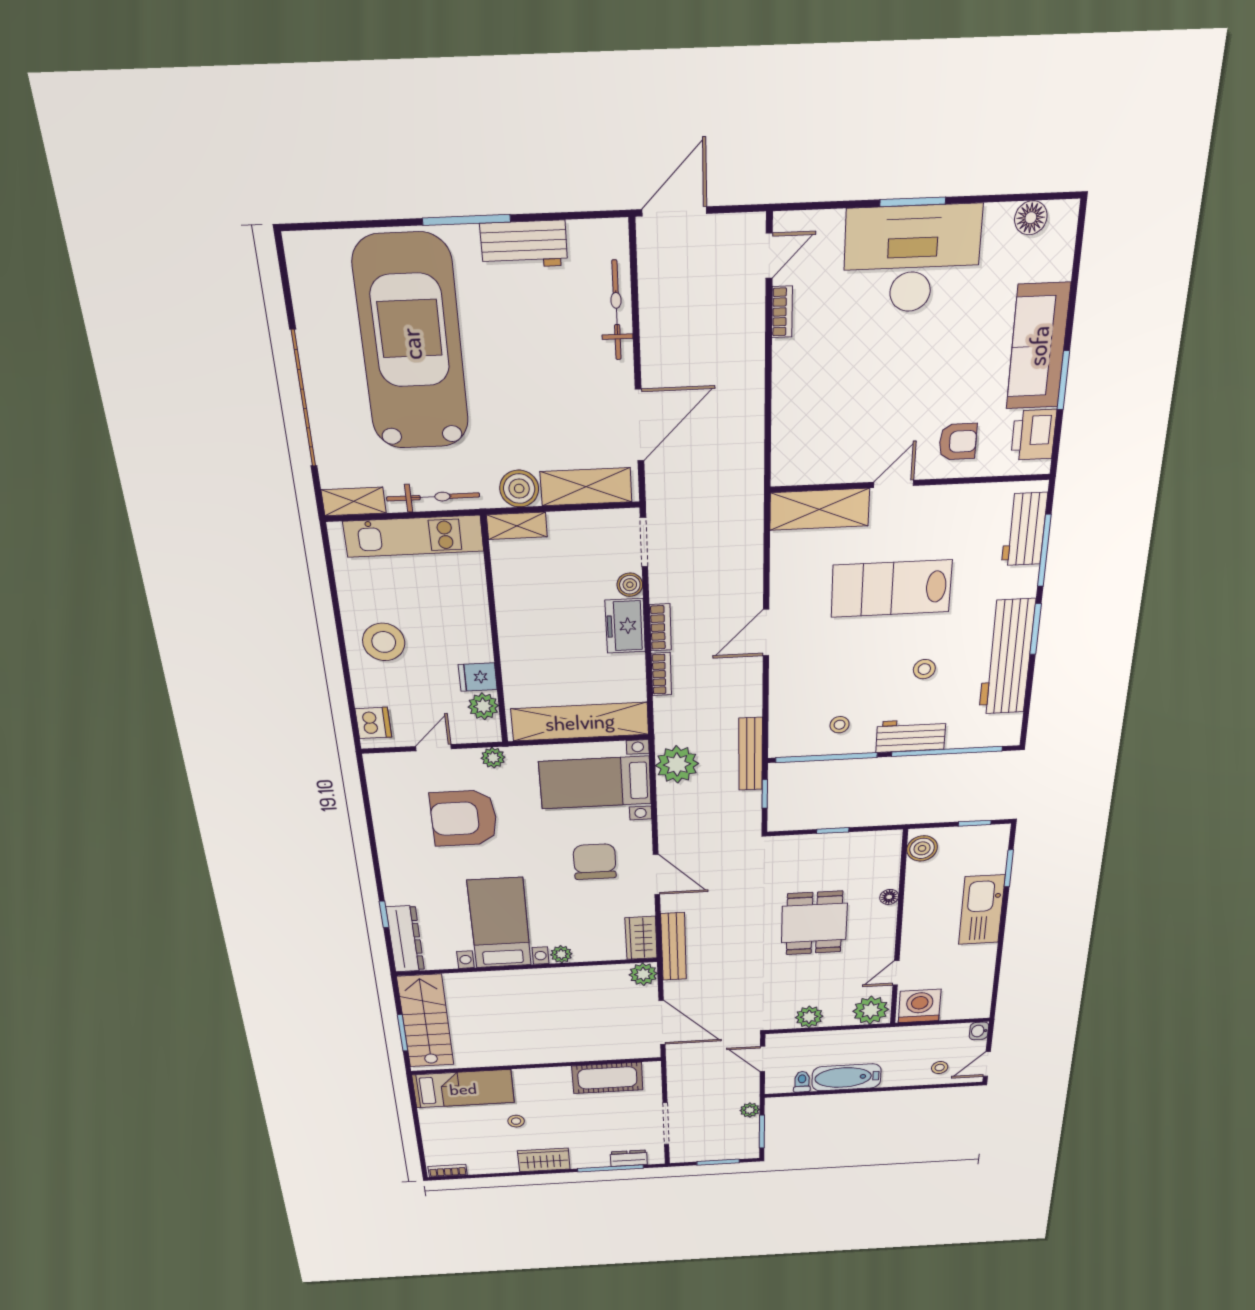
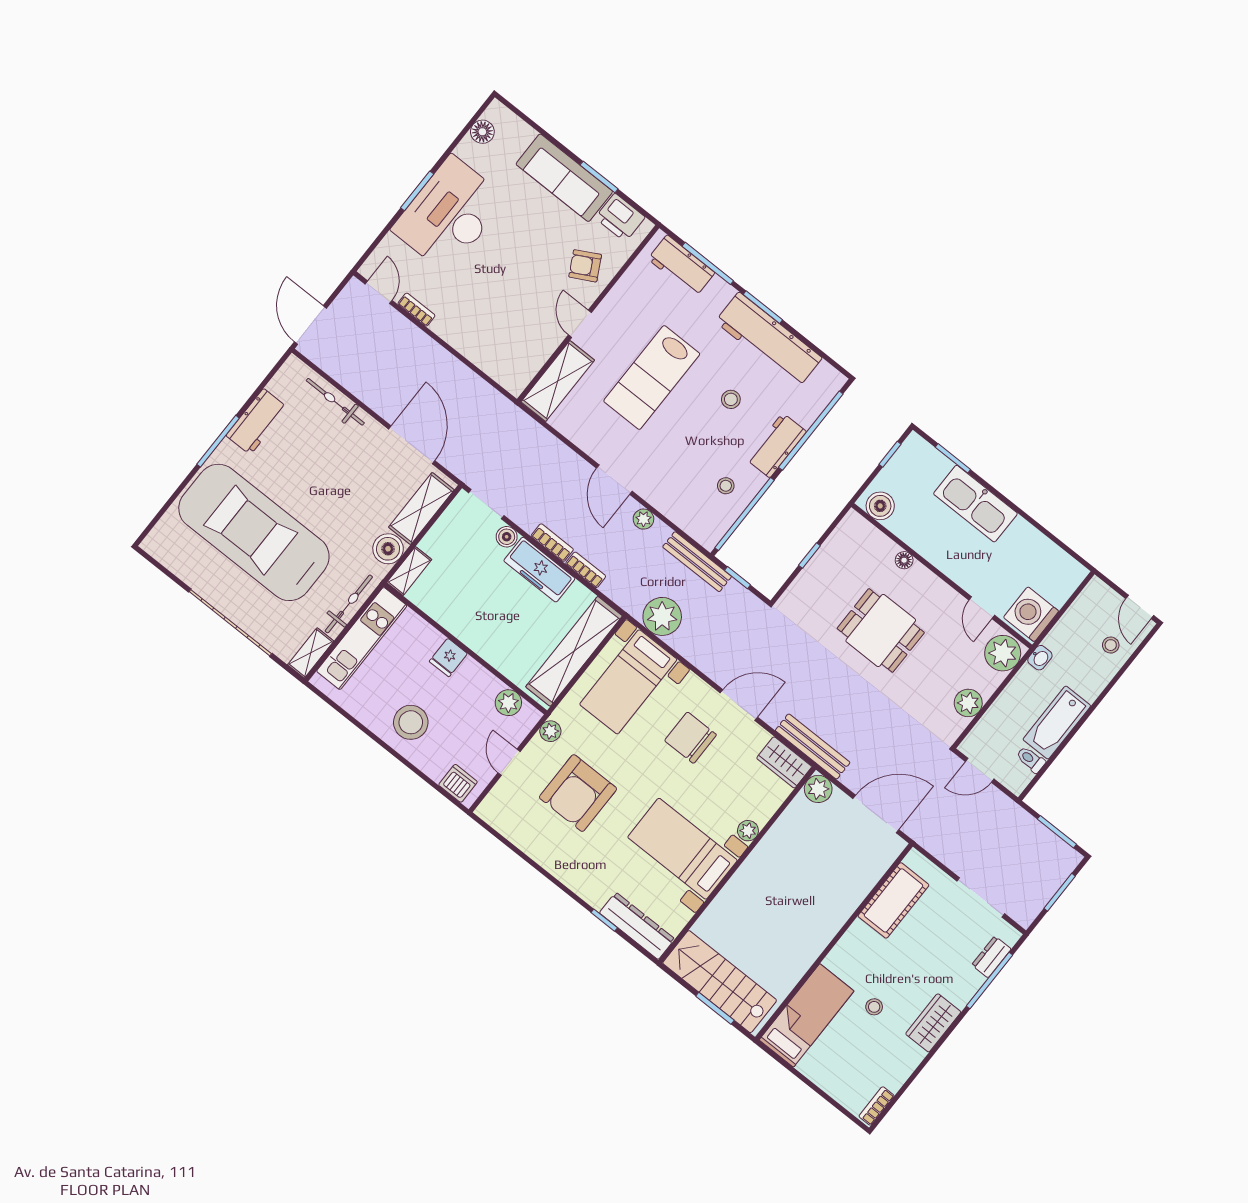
armchair: (958, 442) -> (585, 266), turned -118
freezer: (625, 626) -> (539, 570), width x1.40
fridge: (478, 677) -> (448, 658), moved
washbasin: (979, 1031) -> (1040, 658), moved, turned -90
plant: (750, 1110) -> (643, 519), moved

